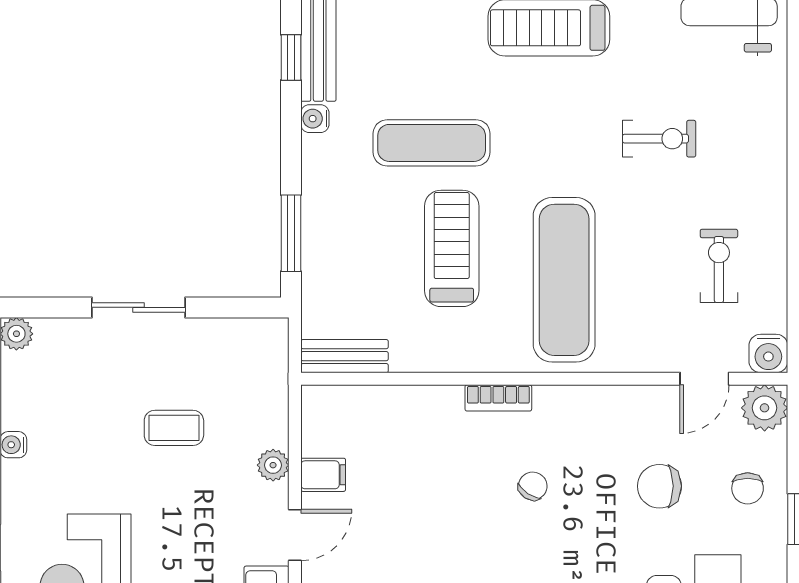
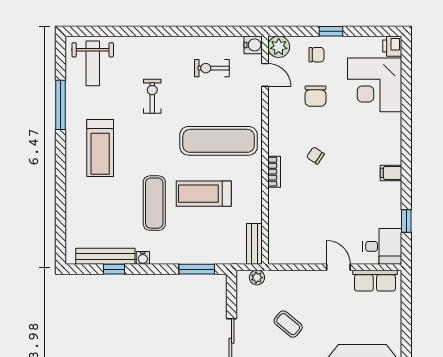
coffee table: (174, 428) -> (288, 324), turned -50
plant: (273, 465) -> (257, 278), moved
filing cabinet: (323, 475) -> (310, 254), removed

